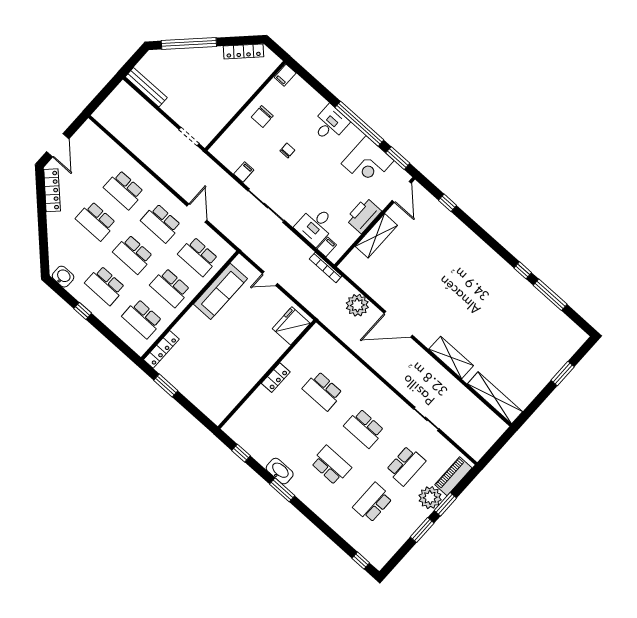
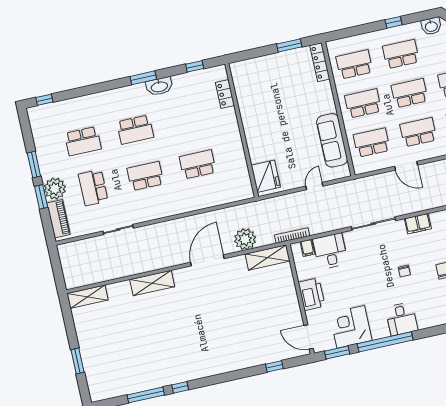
filing cabinet: (244, 172) -> (418, 224), width x2.00
shelving: (376, 236) -> (268, 257), moved, turned 90
locker: (276, 378) -> (225, 94), moved
shelving: (495, 398) -> (87, 297), width x0.68
school desk: (373, 503) -> (83, 141), turned 90

